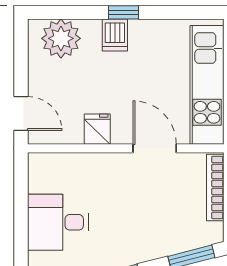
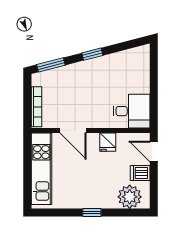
dishwasher: (115, 35) -> (140, 173), moved, turned -90
desk: (58, 222) -> (131, 111), moved

